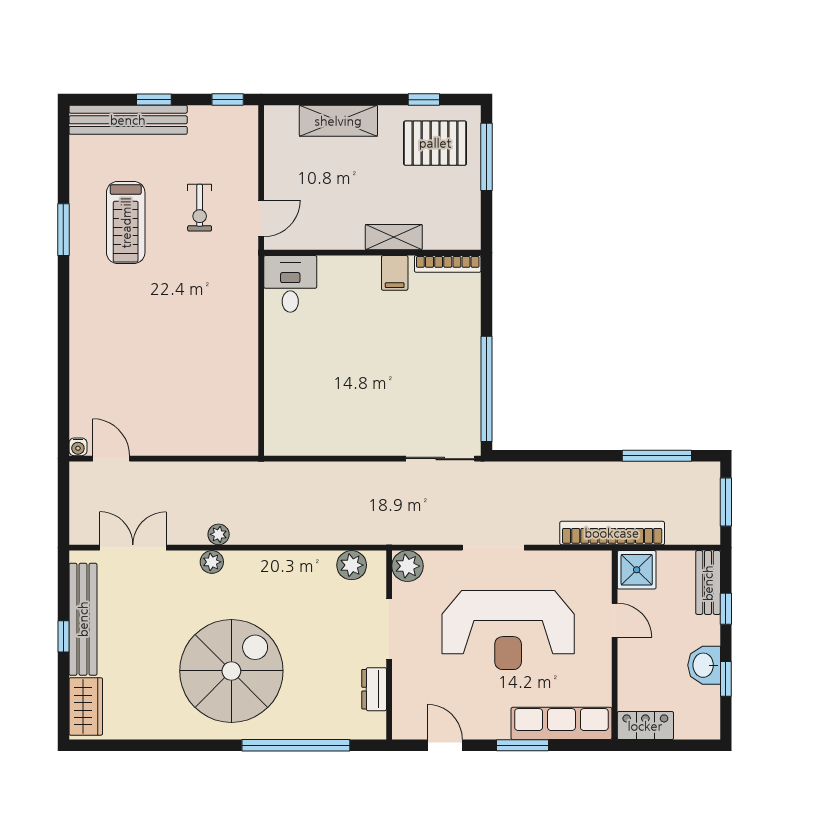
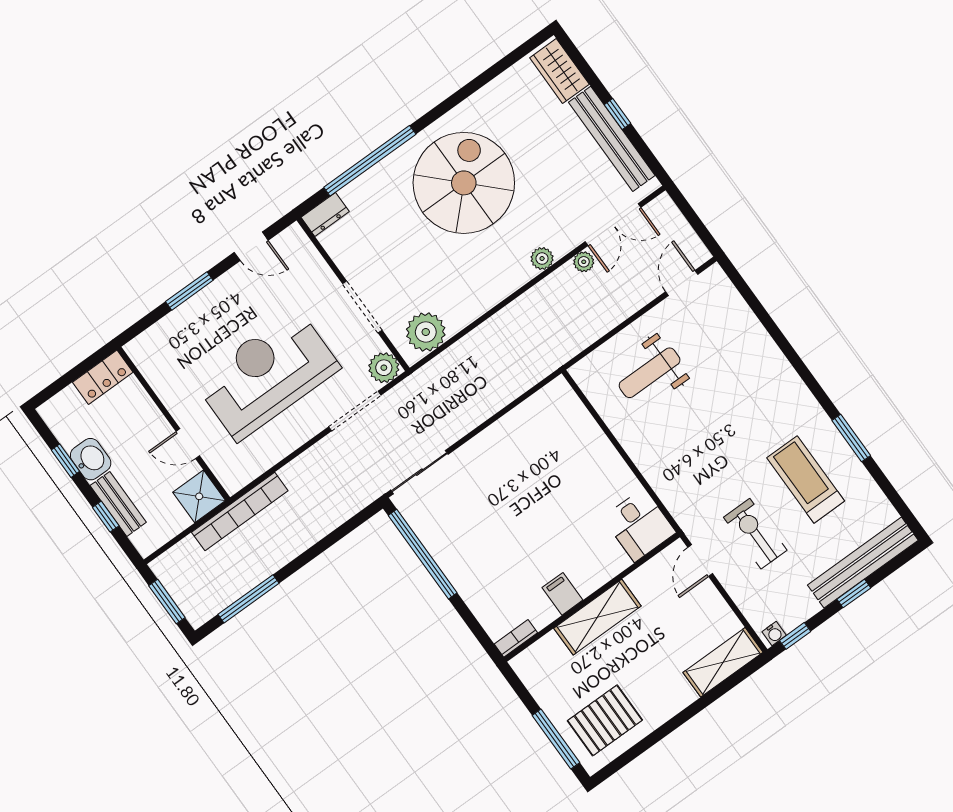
window: (424, 100) -> (639, 749), removed
shelving: (338, 121) -> (723, 662), moved
exercise bike: (200, 208) -> (755, 534), width x1.38, depth x1.39
shelving: (394, 237) -> (597, 617), width x1.50, depth x1.33
bookcase: (448, 264) -> (516, 638), width x0.64
weight bench: (191, 404) -> (650, 373), added
water cooler: (78, 447) -> (774, 633), moved, turned 180
door: (111, 459) -> (682, 283), swing flipped
plant: (219, 534) -> (584, 262), moved
doorway: (493, 548) -> (355, 411), moved
plant: (352, 565) -> (426, 332), width x1.36, depth x1.36
bench: (708, 583) -> (118, 504), moved
spiral stairs: (231, 671) -> (464, 183), turned 180
dresser: (374, 689) -> (325, 214), moved, turned 90
row of seats: (561, 723) -> (171, 331), removed

